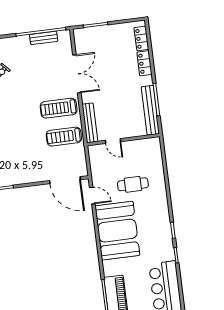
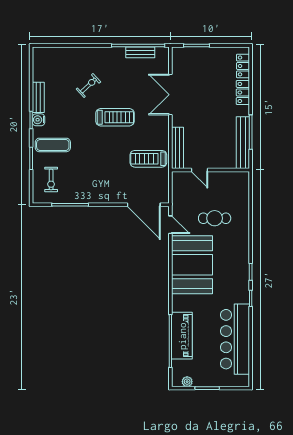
double door: (77, 74) -> (170, 95), swing flipped
treadmill: (59, 108) -> (115, 117), moved, turned 180

